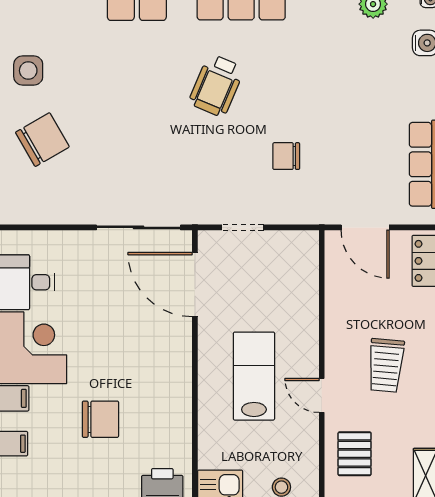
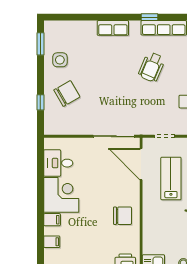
lab bench: (254, 376) -> (171, 178), moved
chair: (100, 419) -> (122, 216), moved

